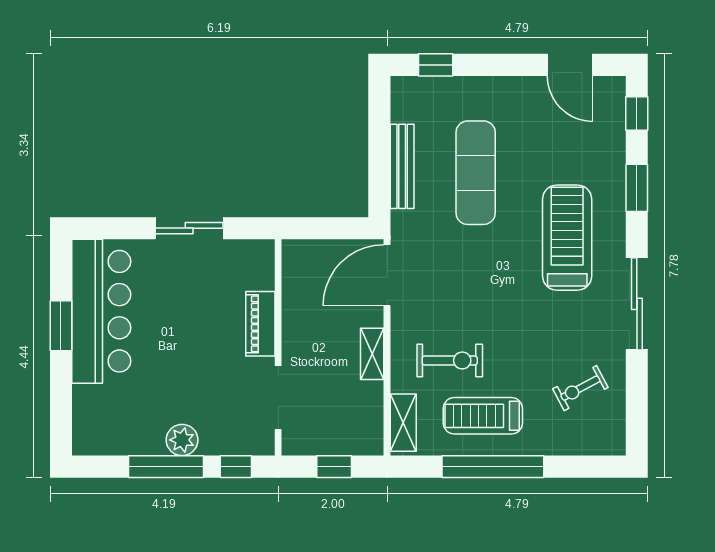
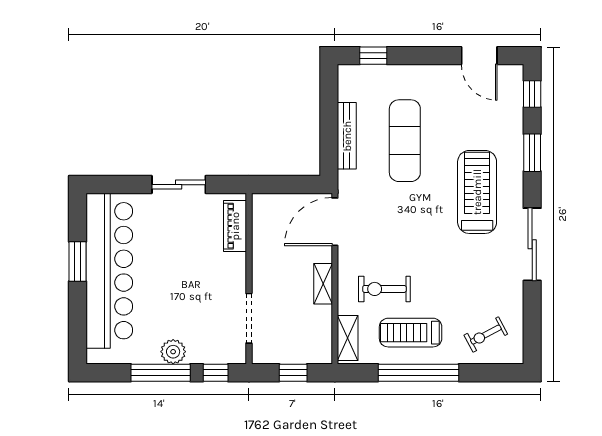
bar counter: (101, 311) -> (109, 271), width x1.36
piano: (260, 324) -> (235, 226), moved
exercise bike: (450, 360) -> (384, 289), turned 180
exercise bike: (580, 388) -> (486, 335), moved

